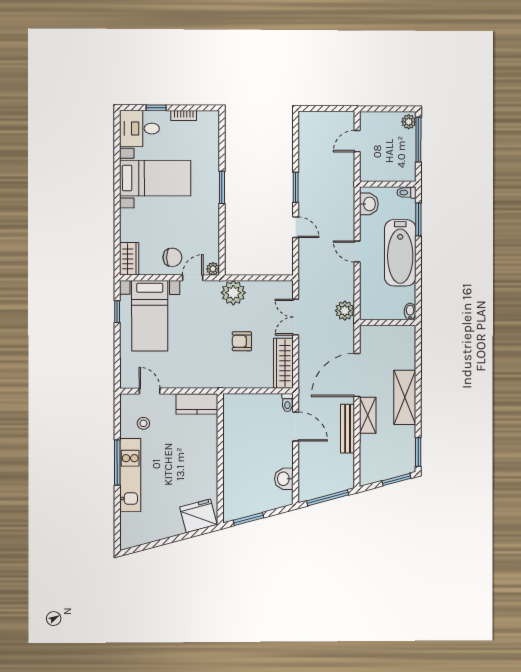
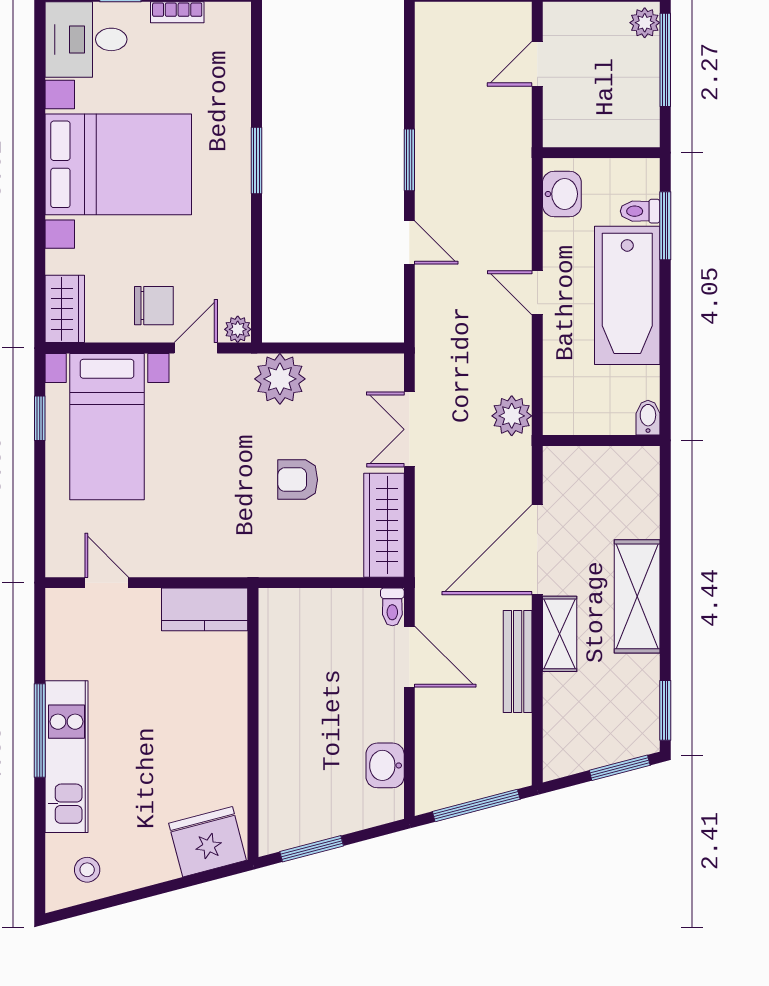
bed with nightstands: (155, 178) -> (118, 164), width x1.36
toilet: (406, 193) -> (640, 211), moved
stool: (143, 423) -> (87, 870), moved

